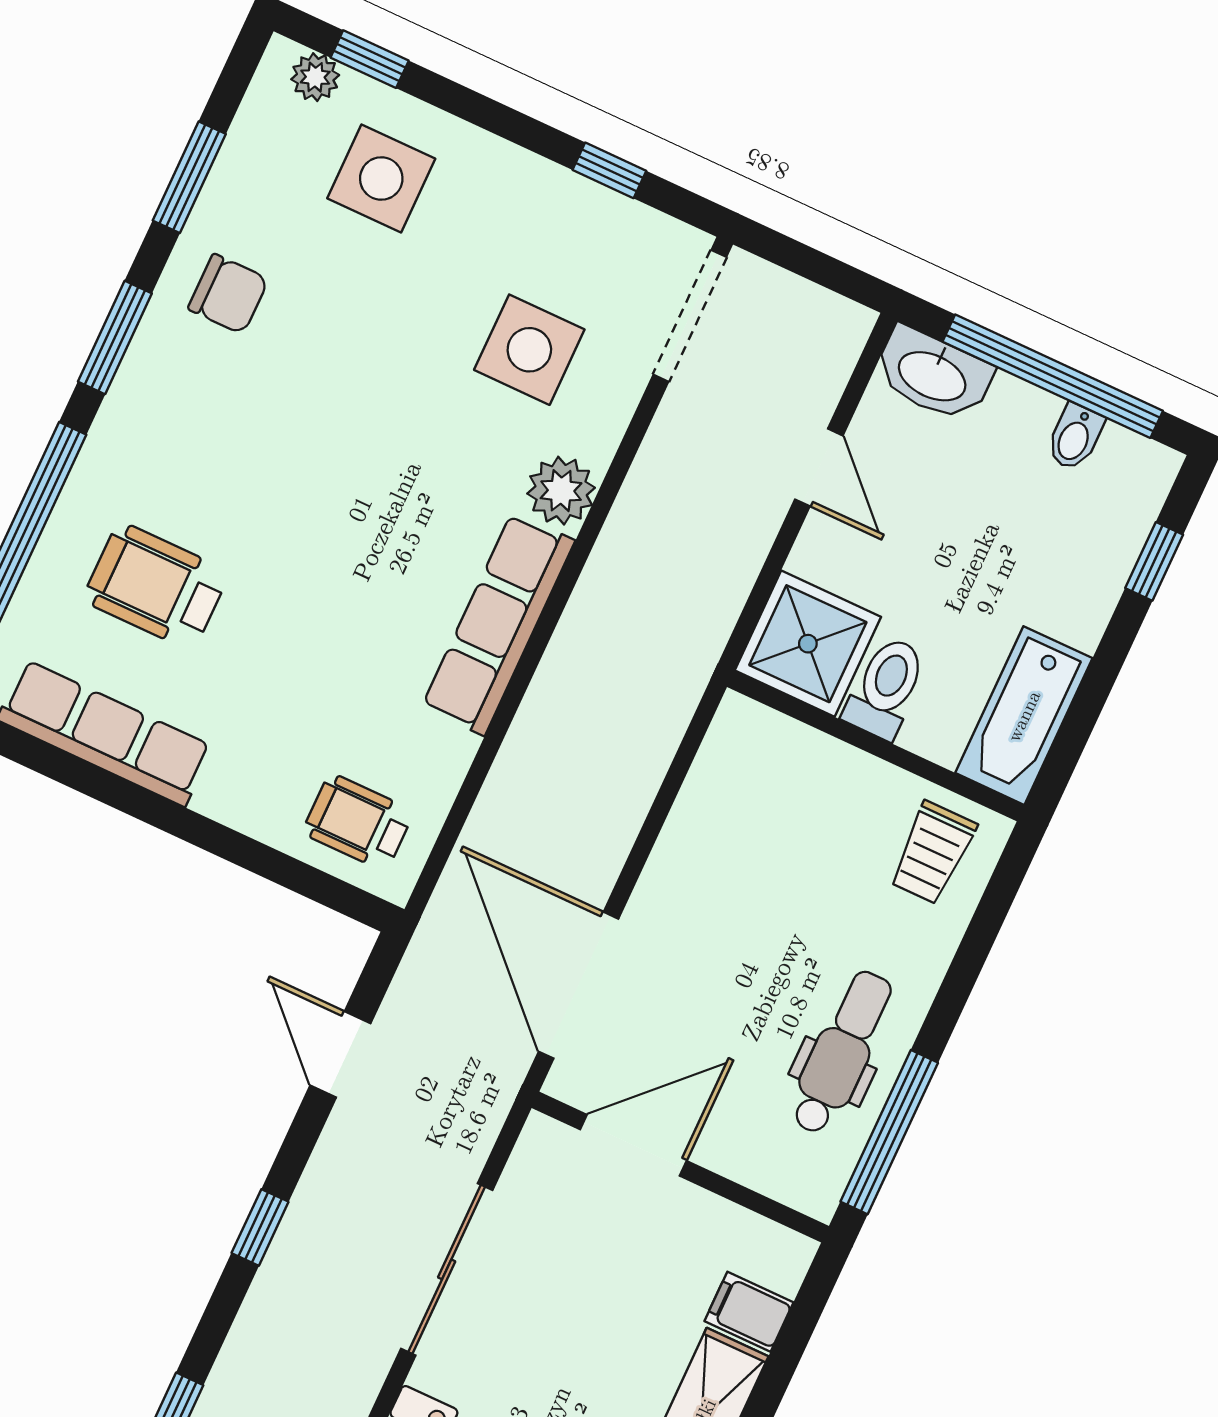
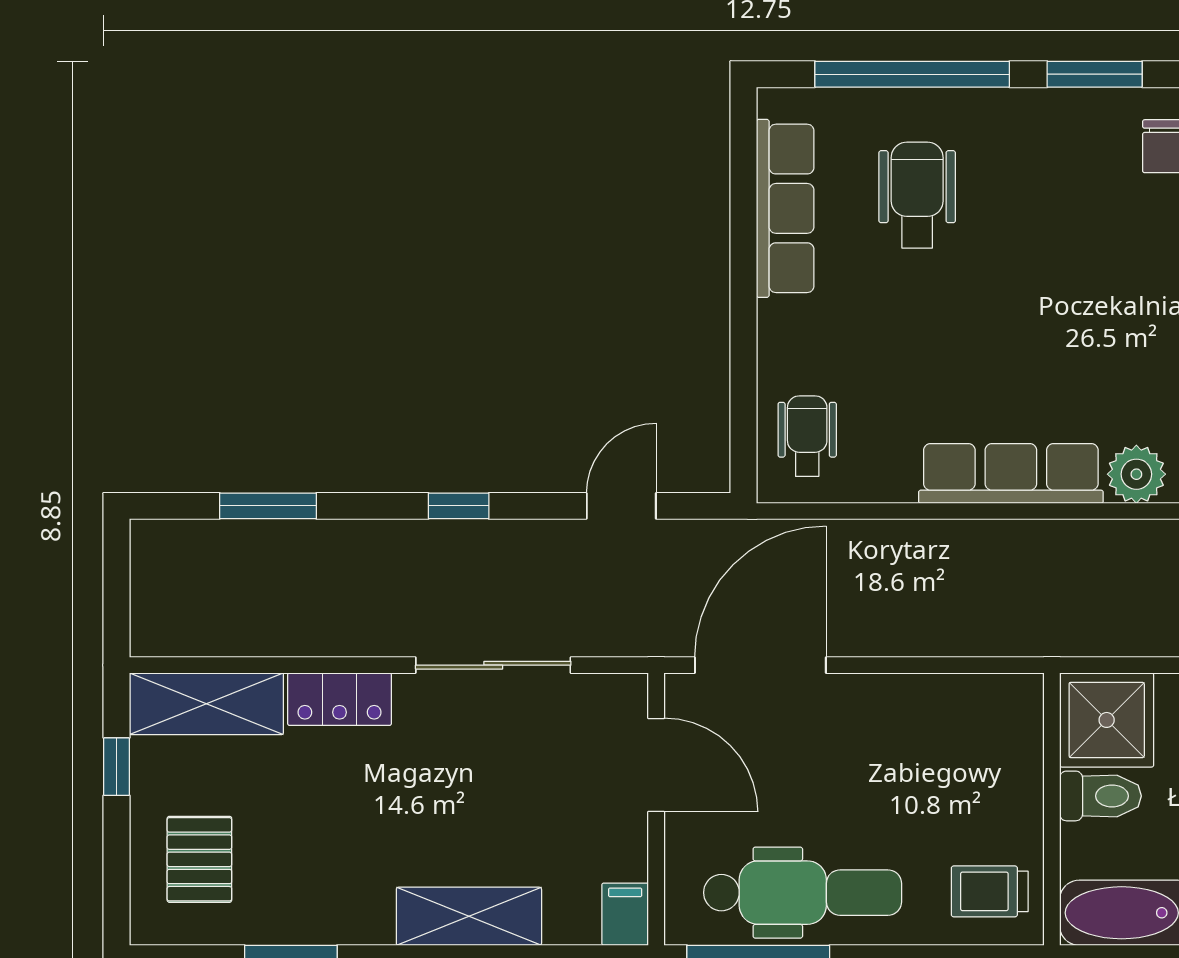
dental chair: (841, 1052) -> (803, 893), width x1.36, depth x1.38
filing cabinet: (749, 1312) -> (625, 914), moved

